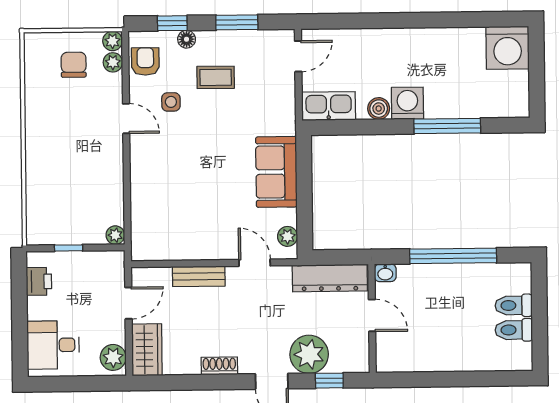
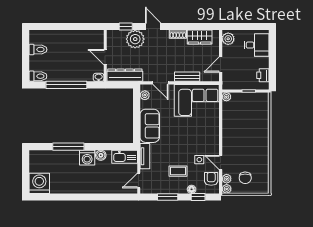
armchair: (145, 62) -> (211, 179), turned 180
tv unit: (286, 108) -> (145, 156), added
door: (126, 119) -> (221, 162), moved
corner sofa: (178, 227) -> (197, 100), added
toilet: (514, 305) -> (38, 76), moved
wardrobe: (147, 350) -> (200, 37), moved, turned -90

